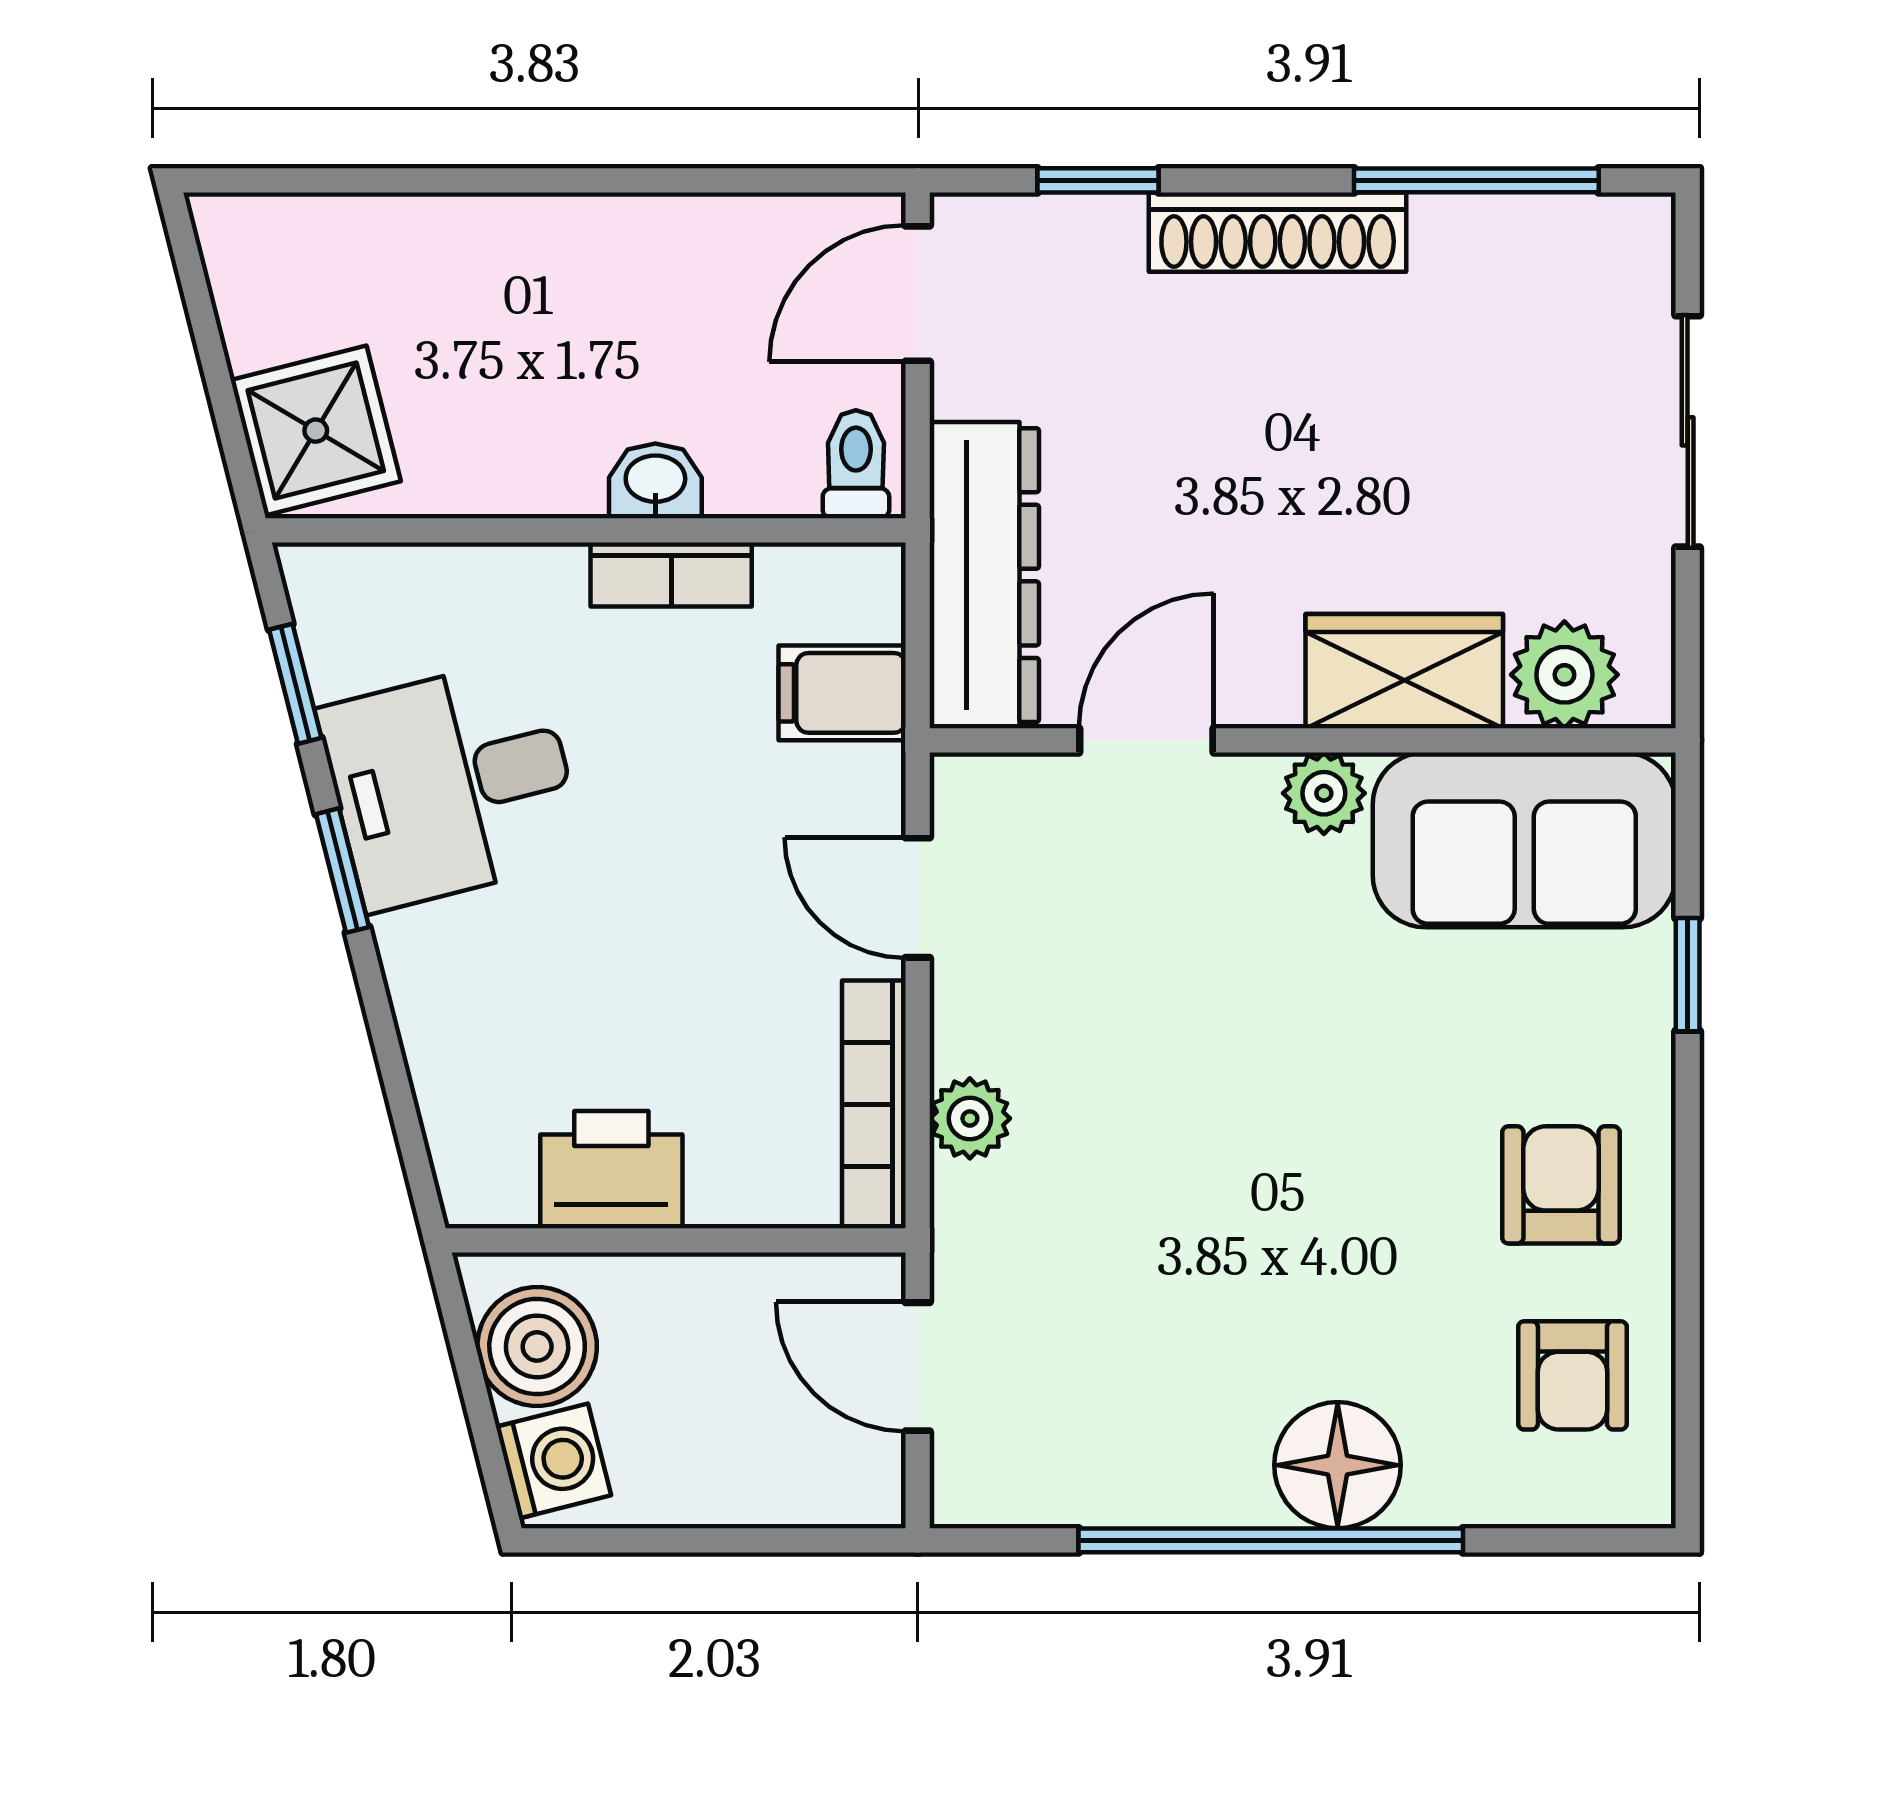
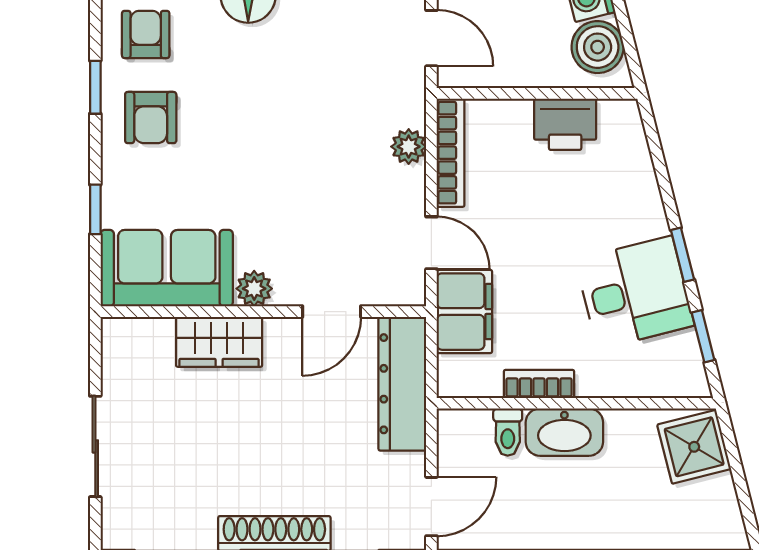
toilet: (856, 464) -> (508, 432), moved
washbasin: (655, 481) -> (564, 432), width x1.91, depth x1.45
plant: (1564, 675) -> (149, 340), removed
filing cabinet: (842, 693) -> (464, 312), width x2.00
window: (1688, 1255) -> (95, 87), added

